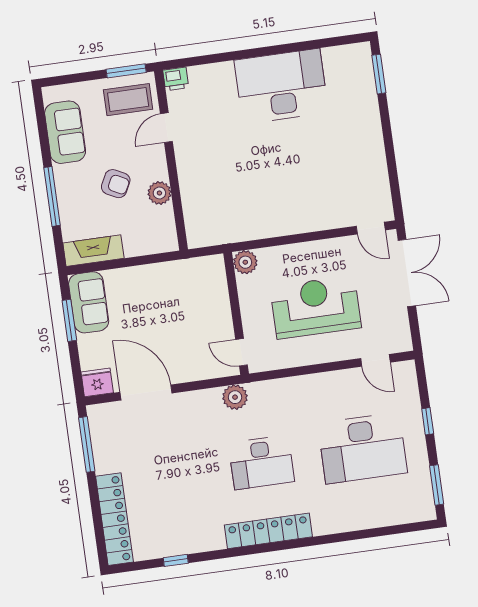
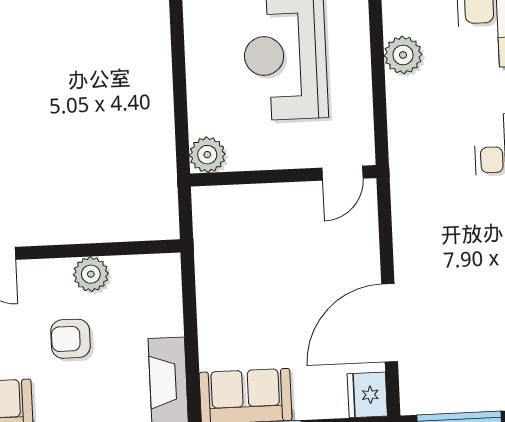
armchair: (116, 184) -> (70, 339), turned -117
plant: (235, 397) -> (403, 55), moved

